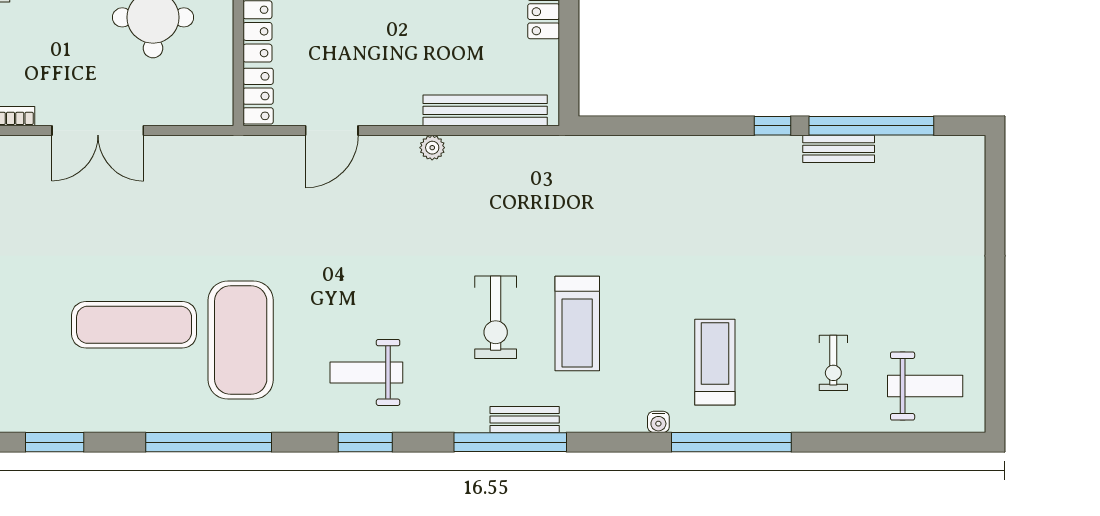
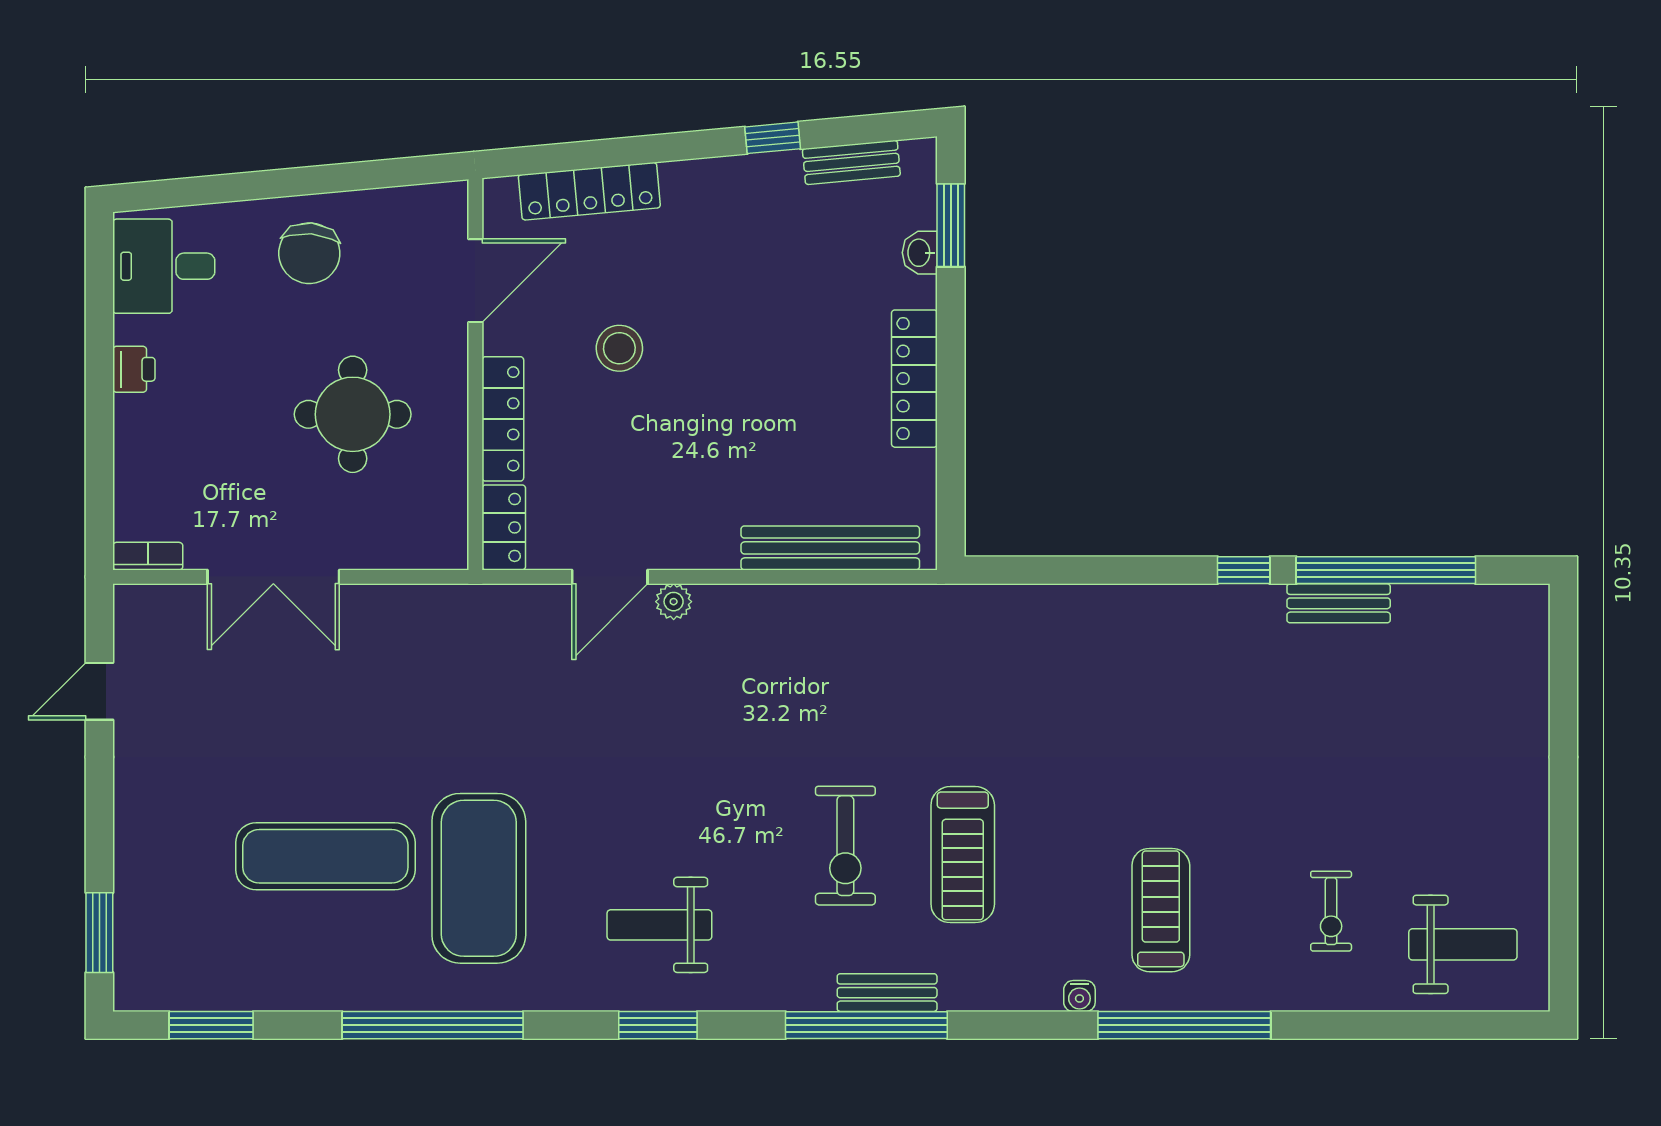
plant: (432, 148) -> (674, 602), moved

